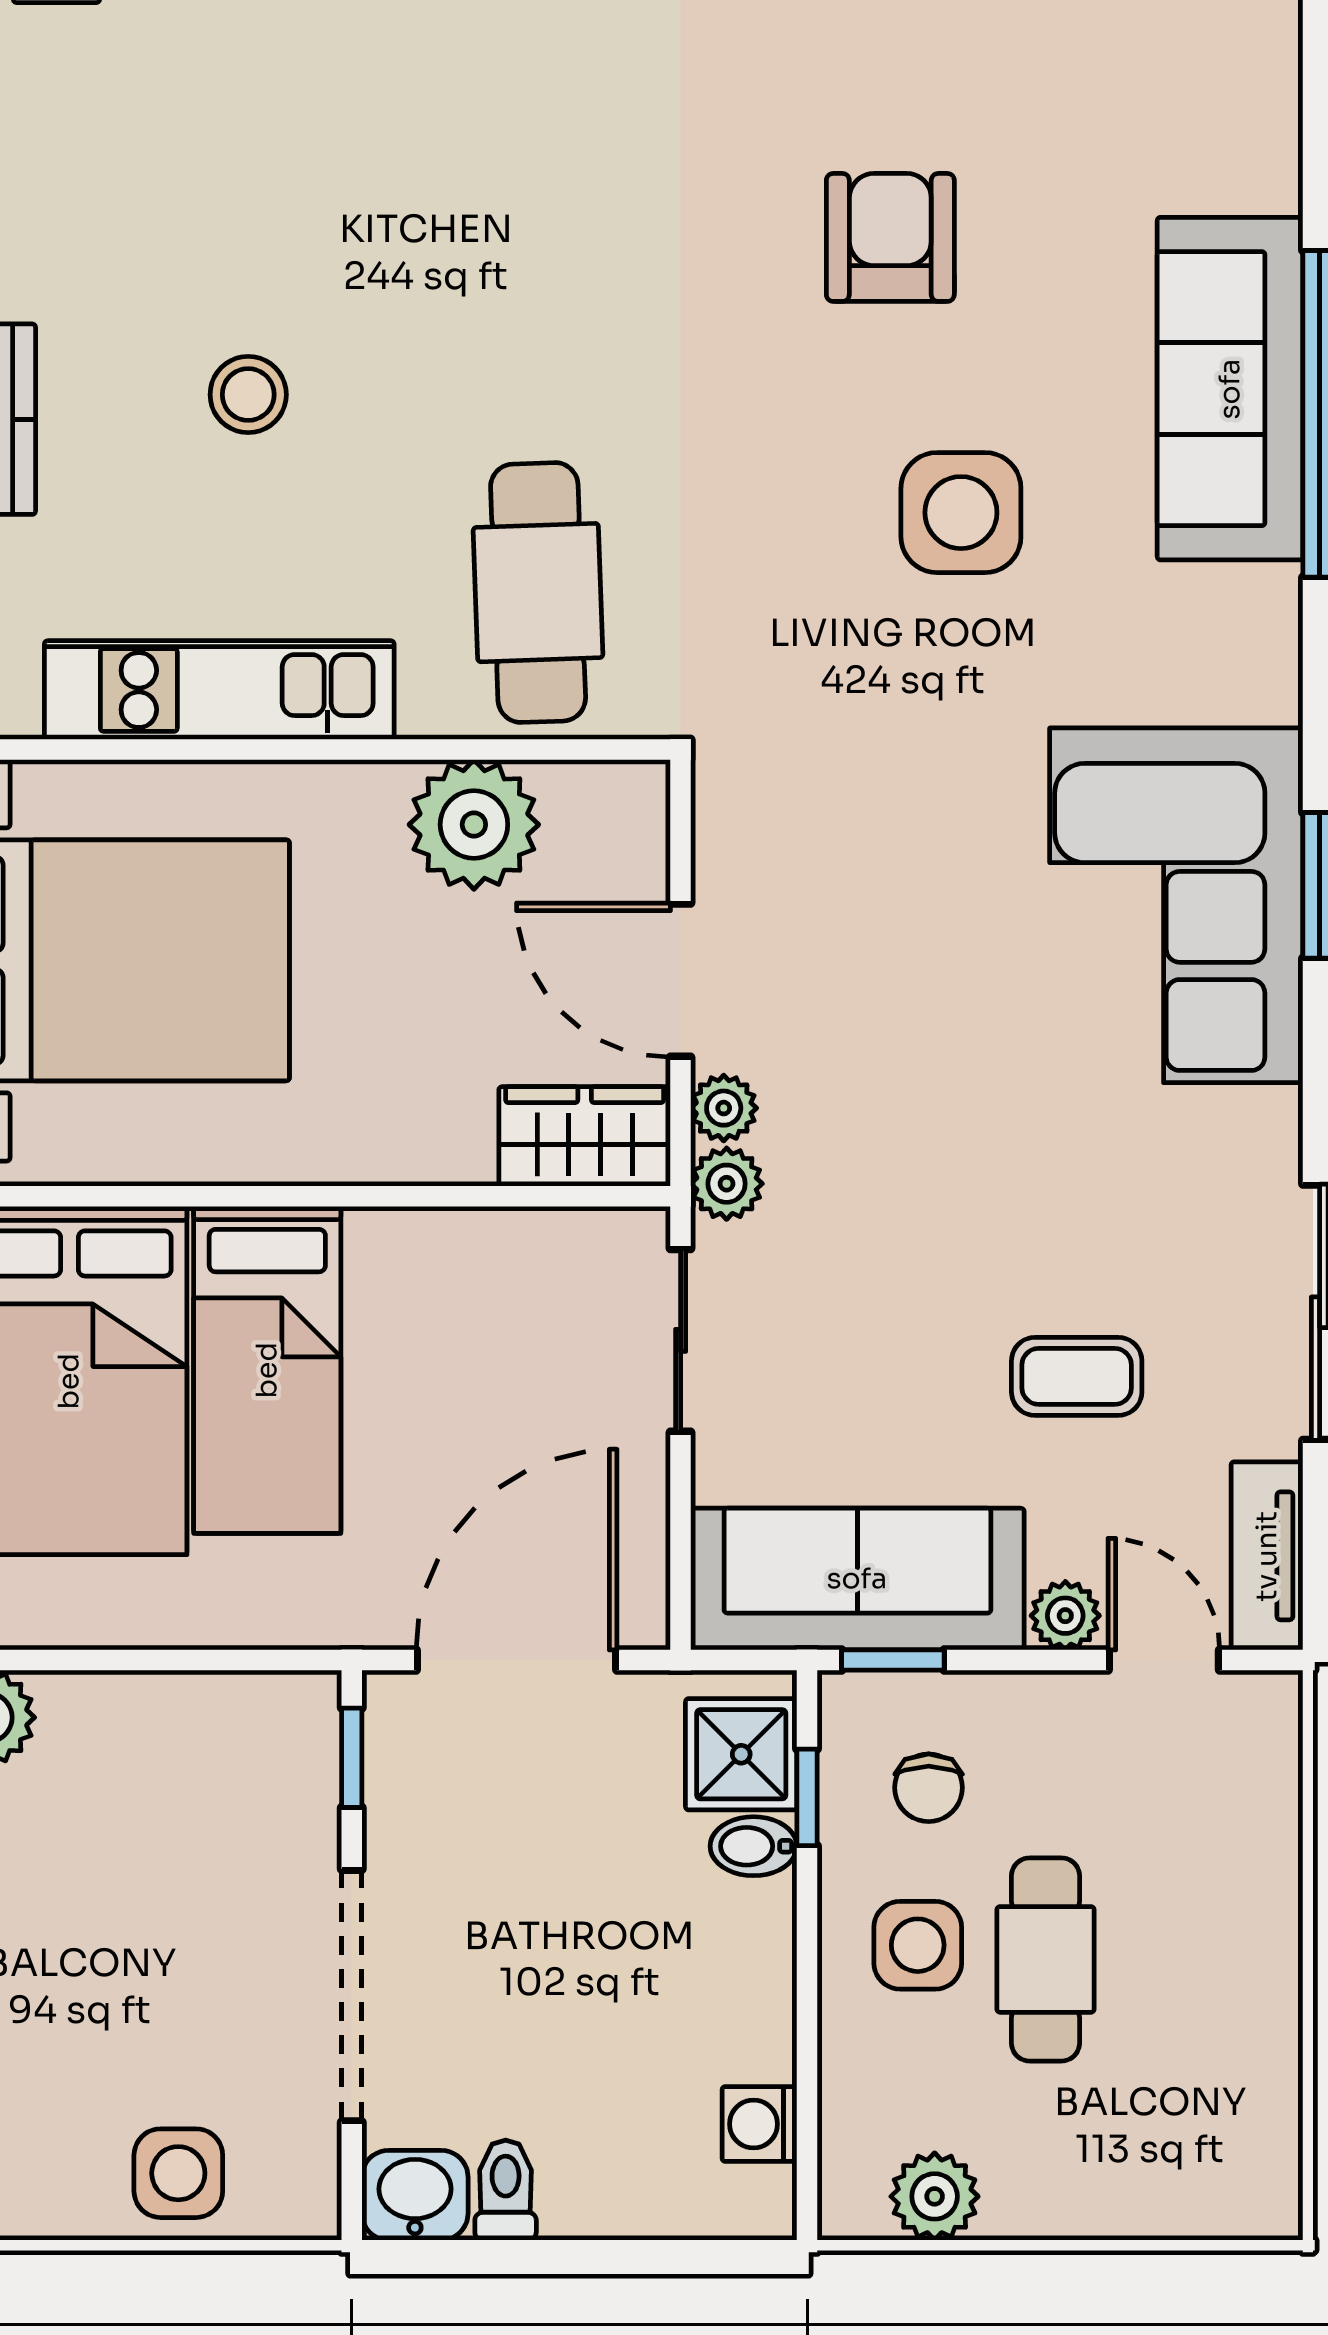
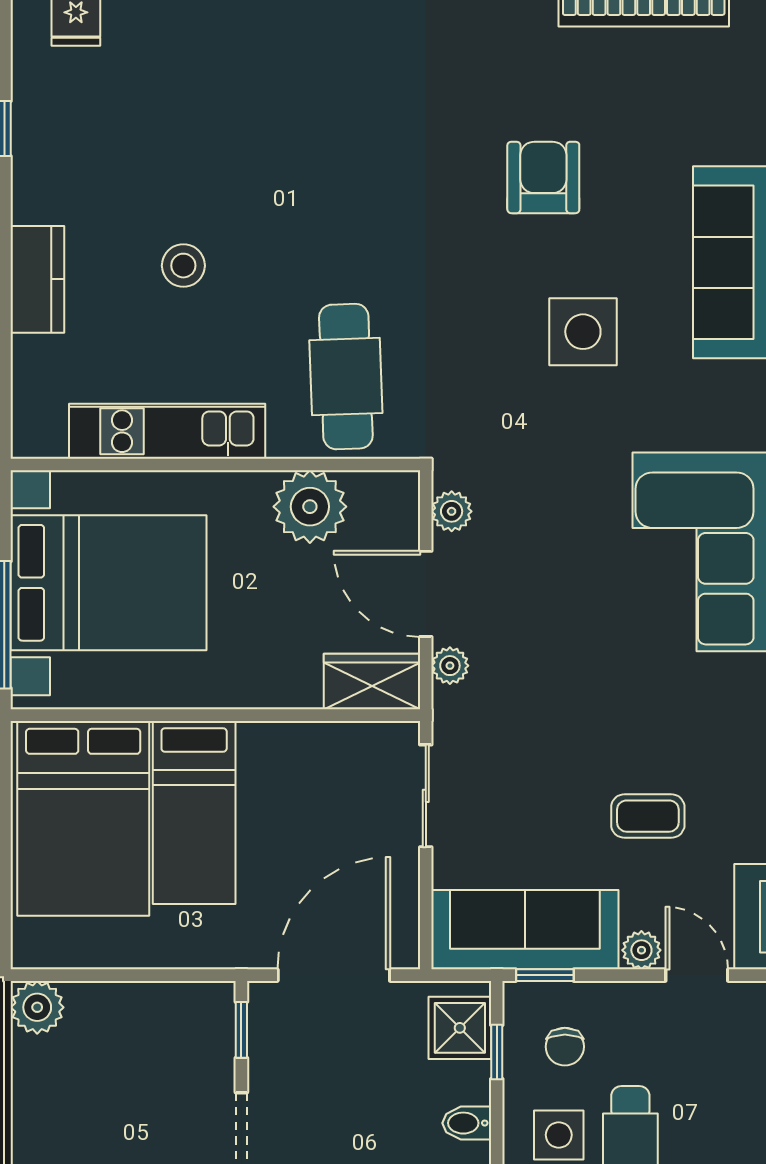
plant: (727, 1184) -> (452, 511), moved
bidet: (754, 1846) -> (467, 1123), moved

